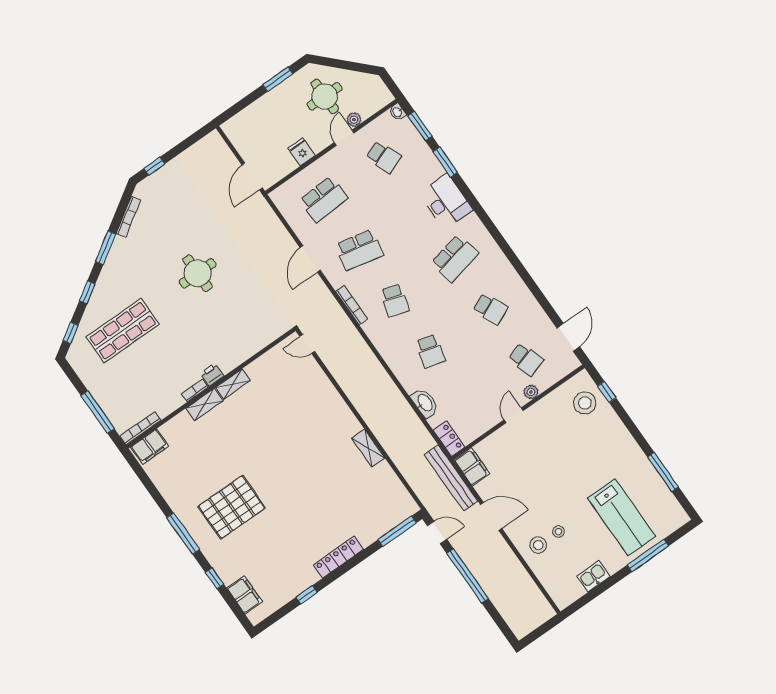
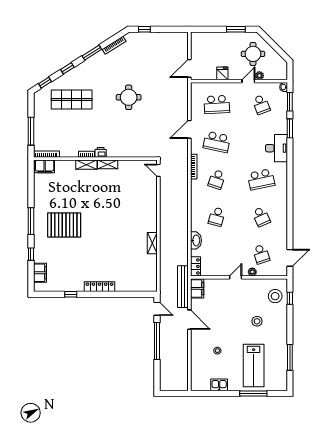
window: (397, 531) -> (138, 294), removed
stool: (538, 545) -> (257, 321), moved

